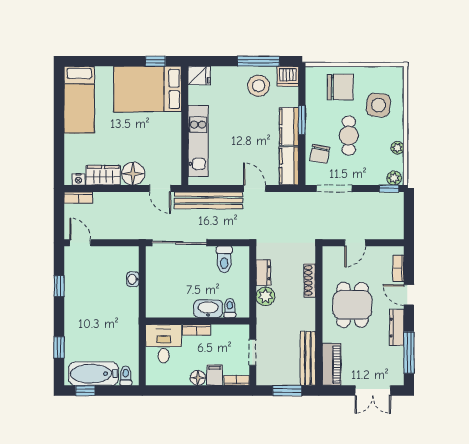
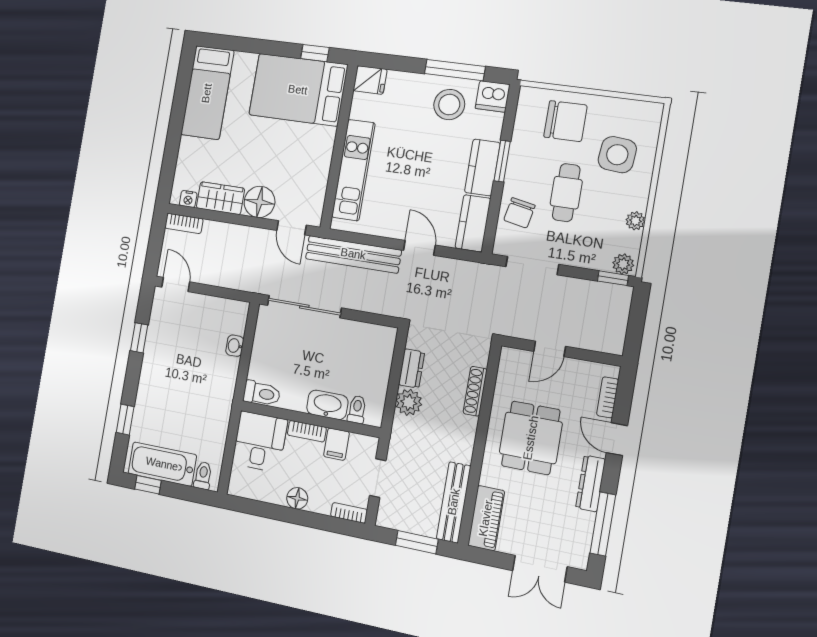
toilet: (224, 260) -> (262, 393), moved, turned -90
filing cabinet: (215, 375) -> (336, 444), moved, turned 180

